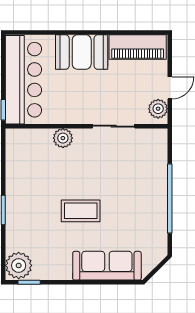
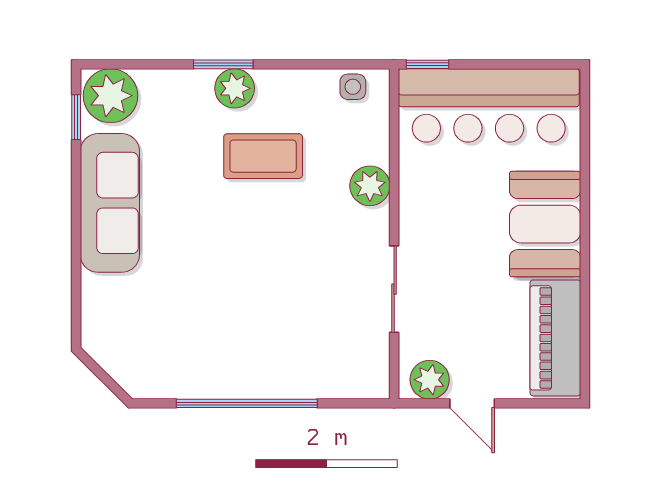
side table: (14, 146) -> (353, 87), added
plant: (15, 205) -> (235, 88), added
coffee table: (81, 211) -> (263, 156), moved, turned 90
sofa: (107, 266) -> (110, 203), moved

